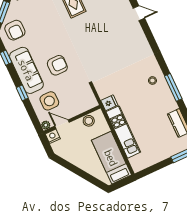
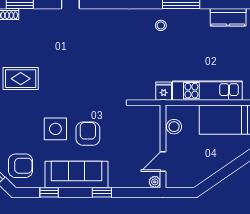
side table: (49, 101) -> (55, 129), moved
nightstand: (53, 136) -> (173, 180), removed

